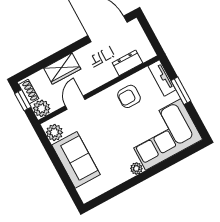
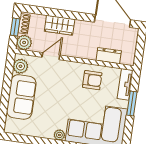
armchair: (129, 96) -> (92, 80), turned 180

